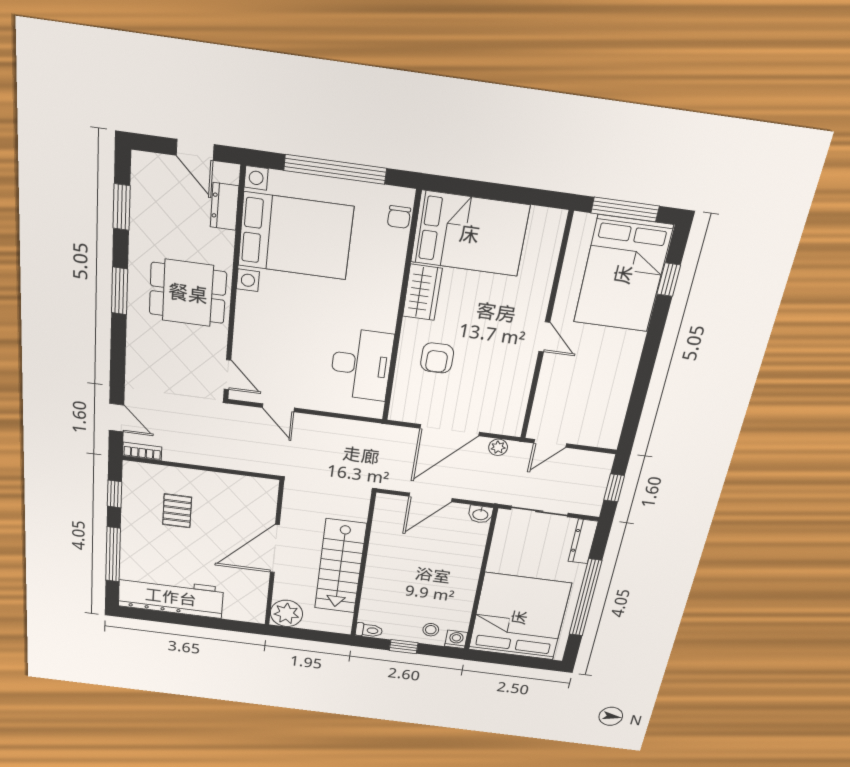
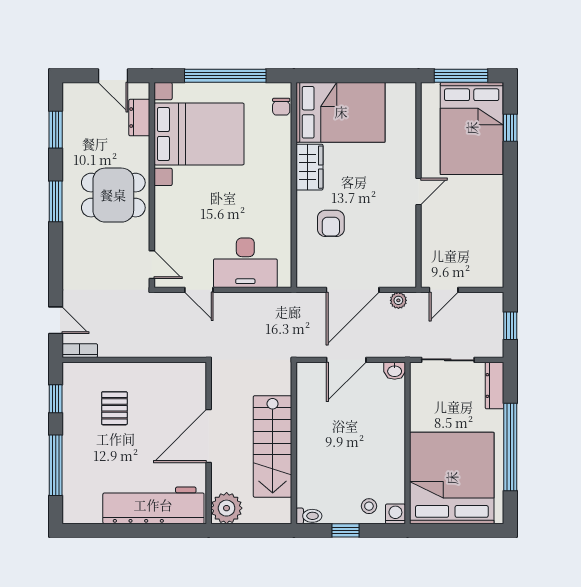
door: (544, 337) -> (418, 192), hinge flipped
desk: (361, 365) -> (245, 263), moved, turned 90
workbench: (171, 597) -> (153, 505), moved

